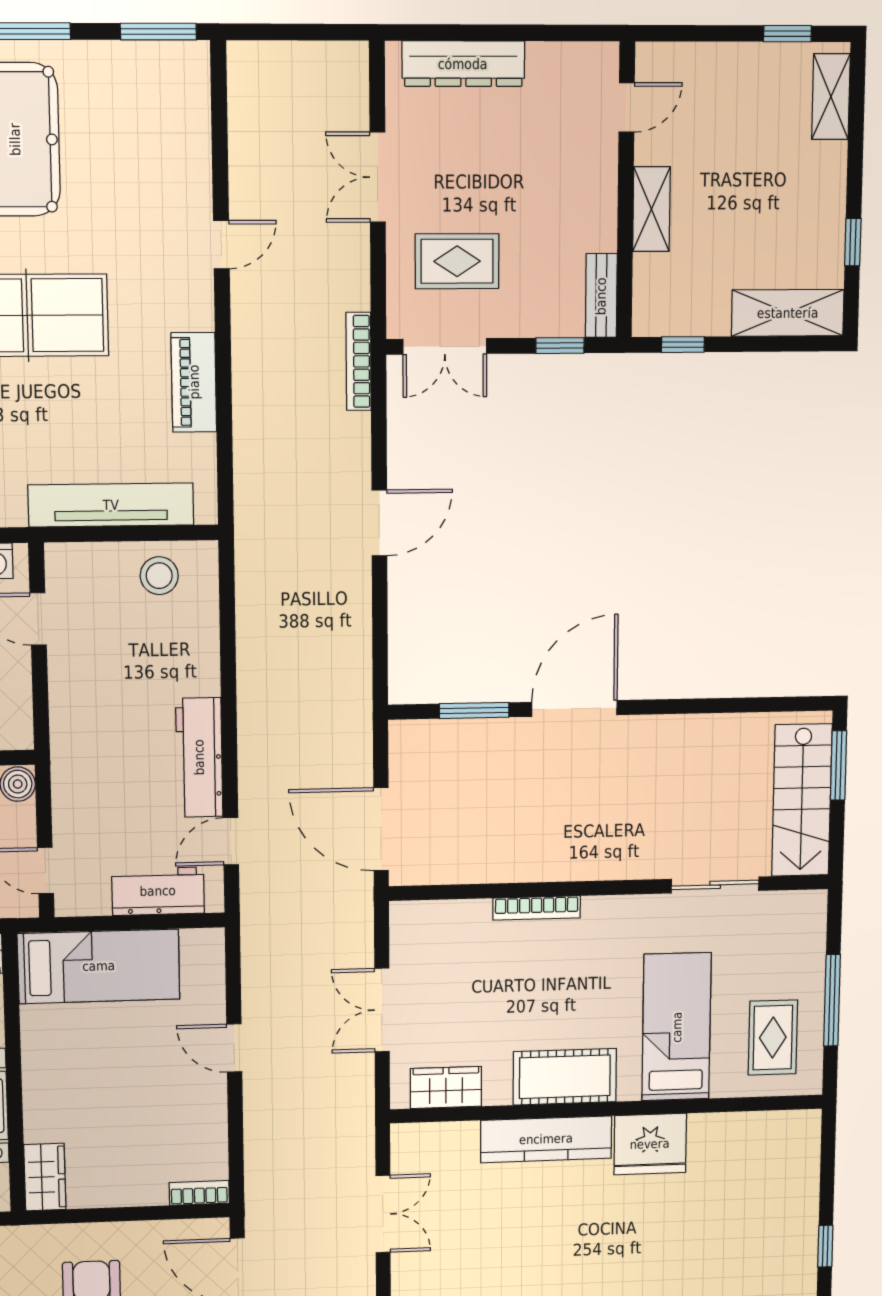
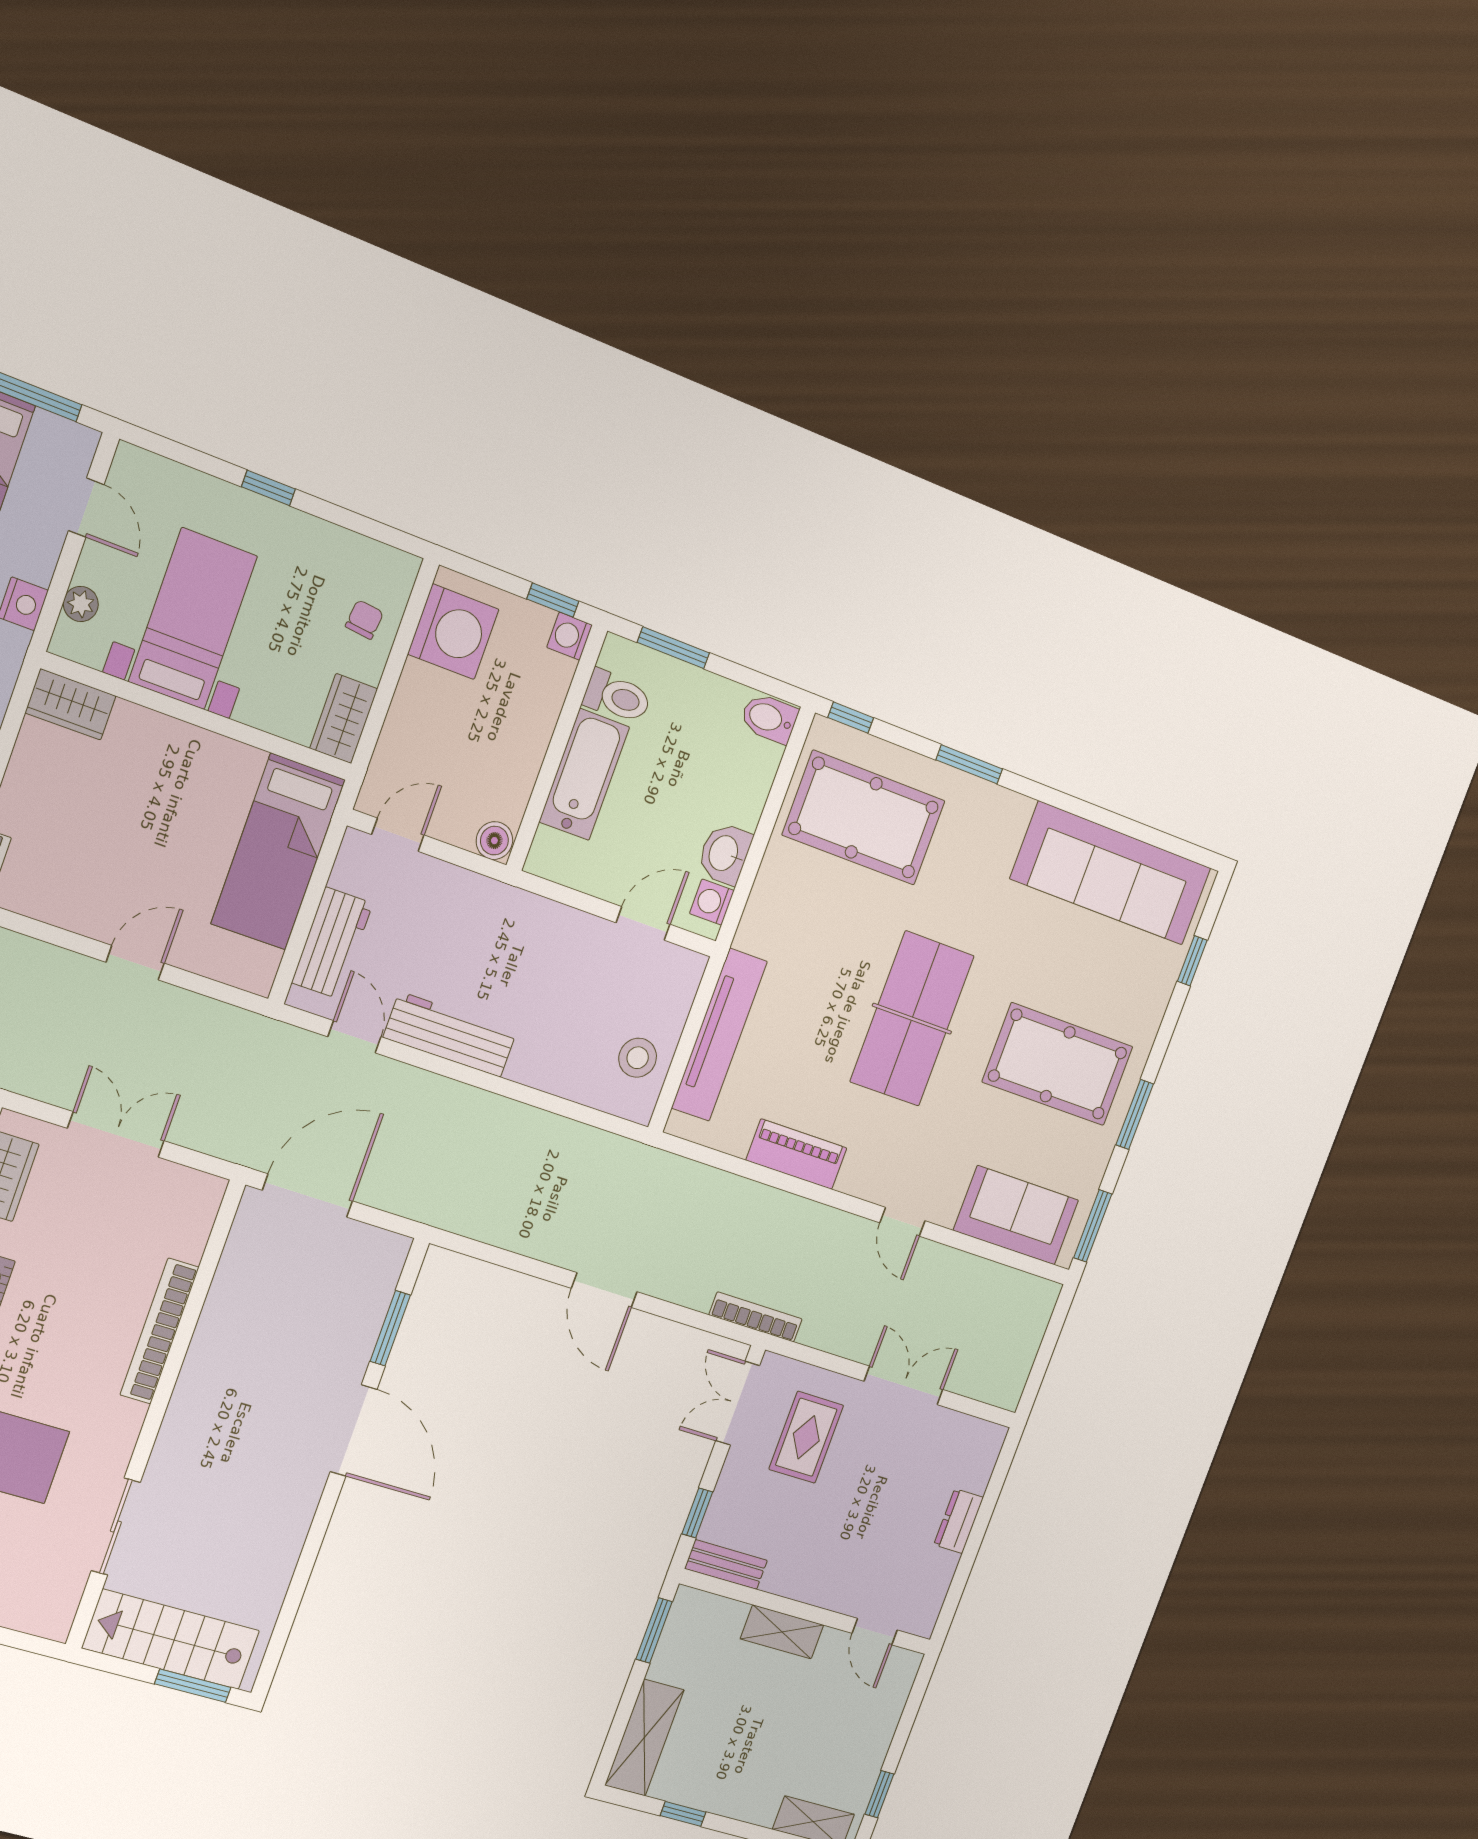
dresser: (463, 64) -> (959, 1521), width x0.51, depth x0.80
sofa: (176, 123) -> (1016, 1215), added
window: (683, 345) -> (654, 1630), width x1.50
bookcase: (537, 908) -> (159, 1331), width x1.48, depth x1.31

